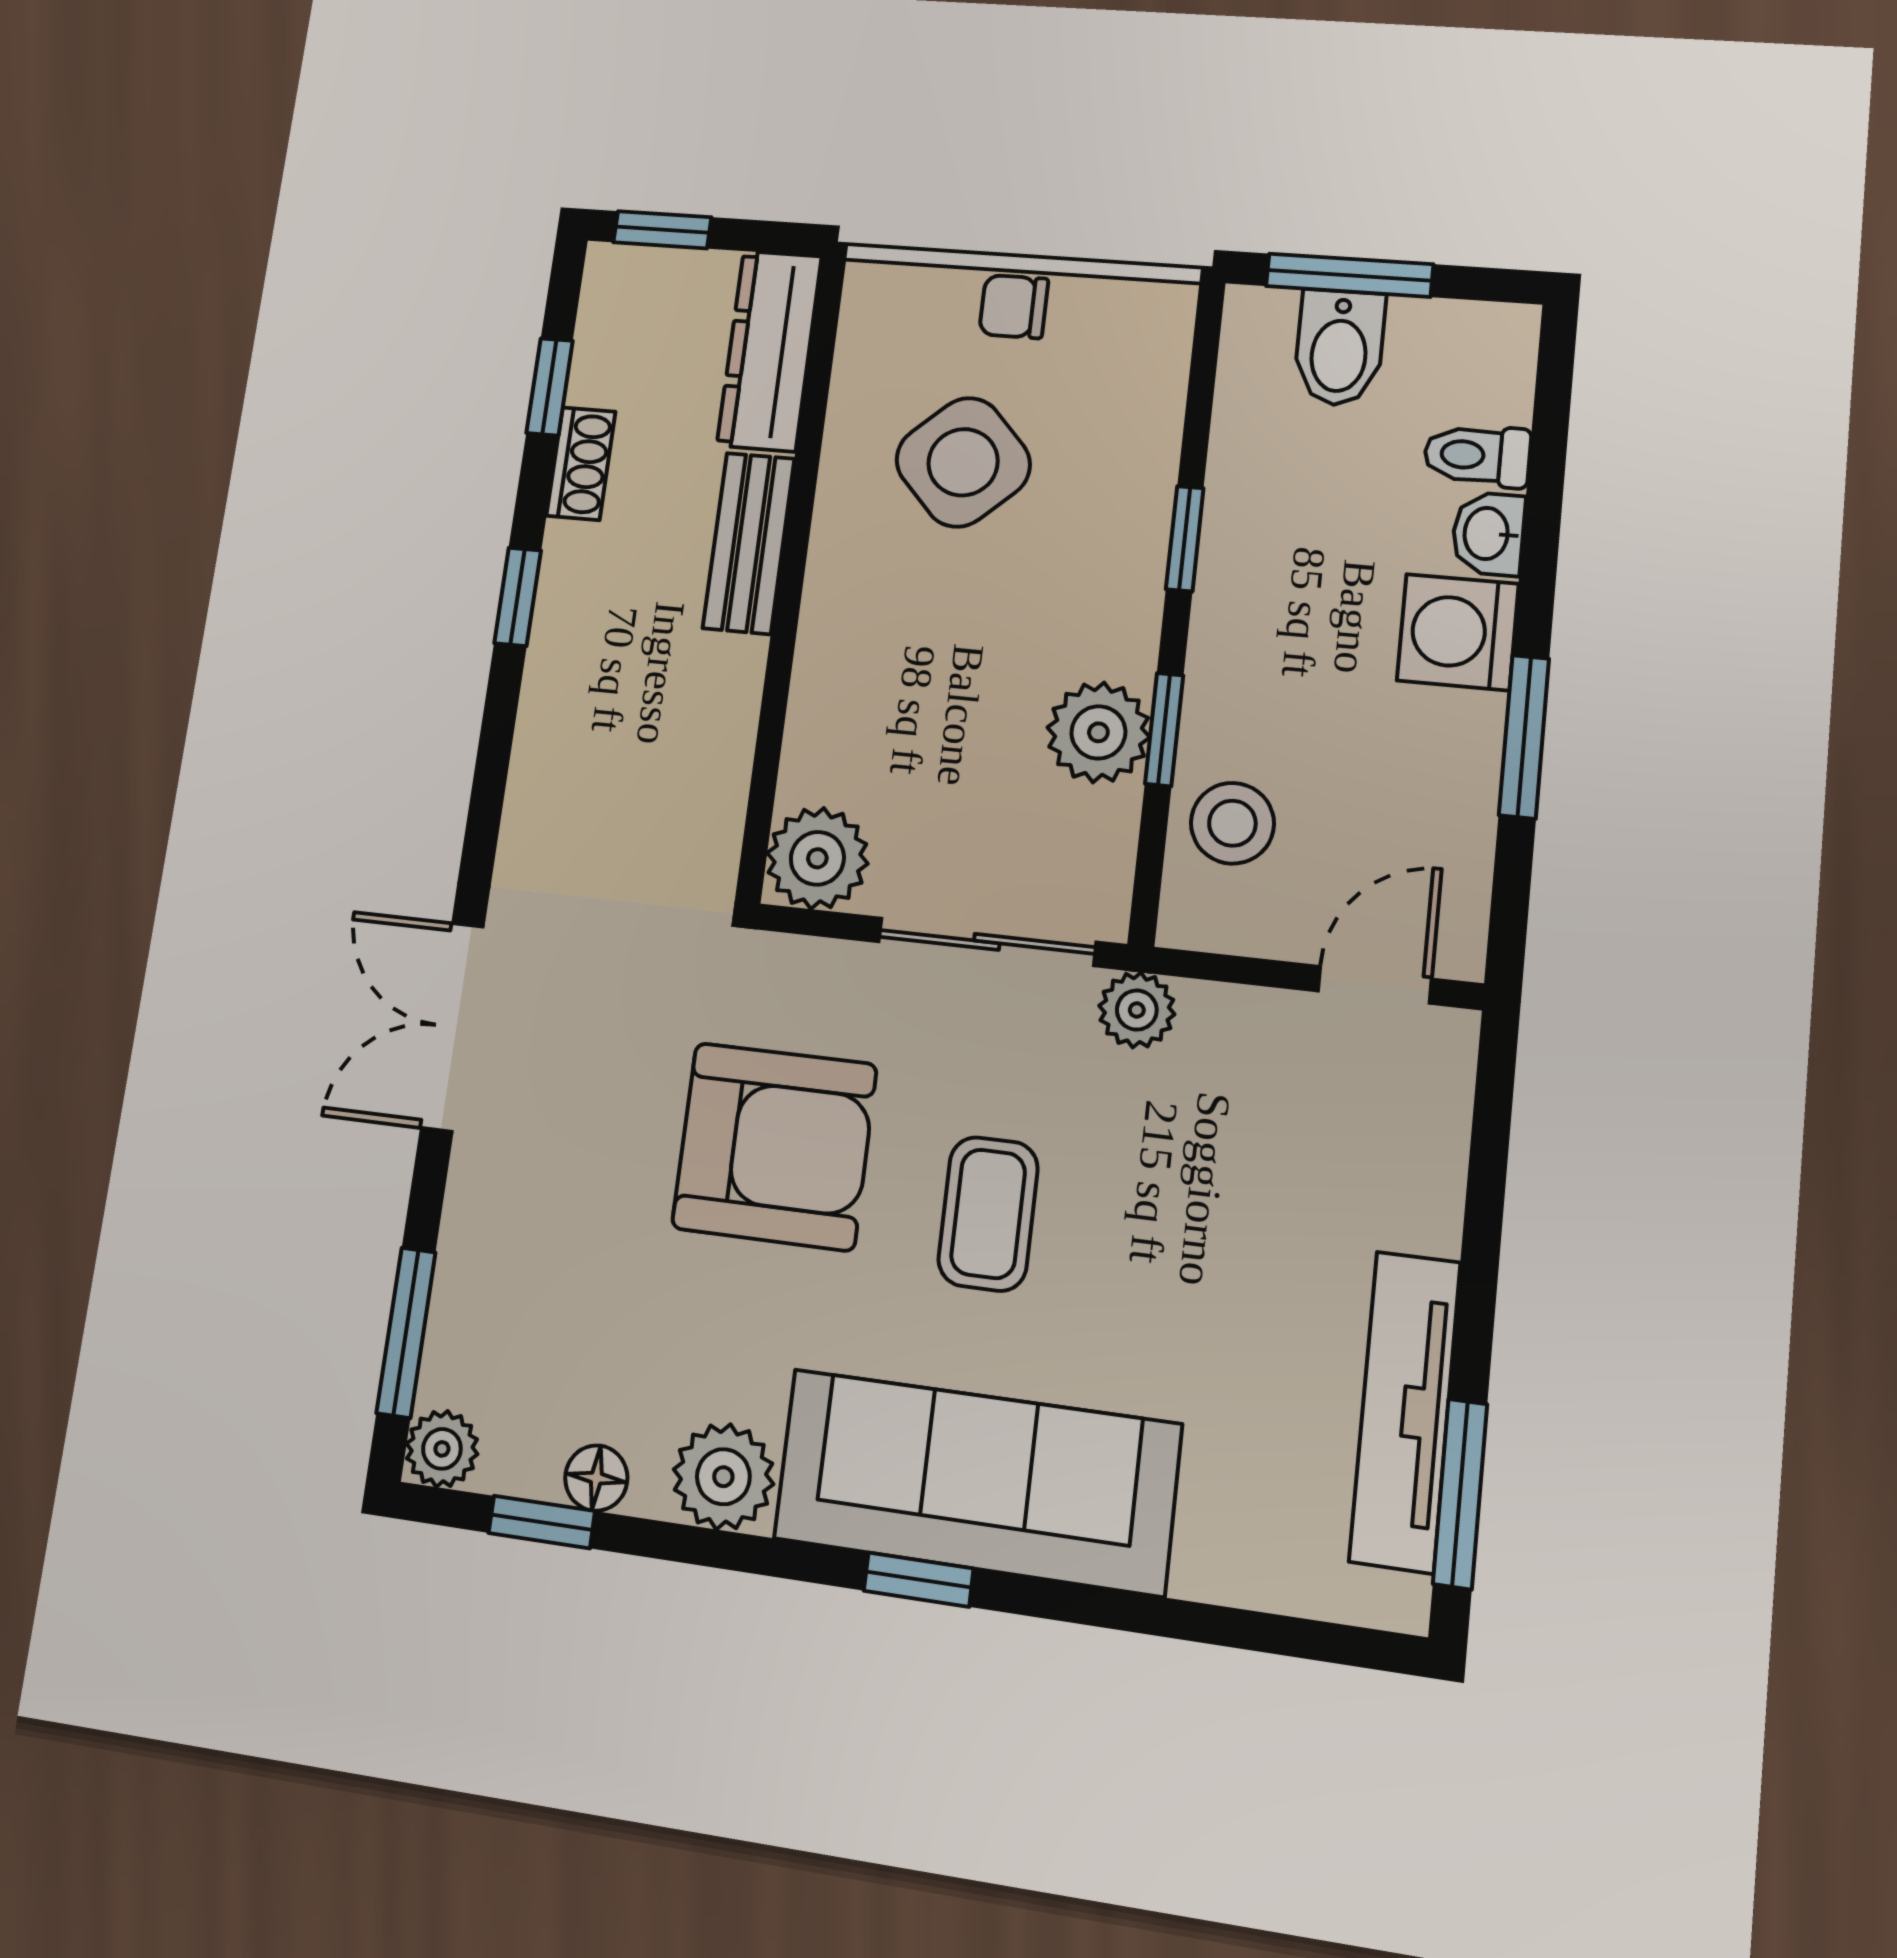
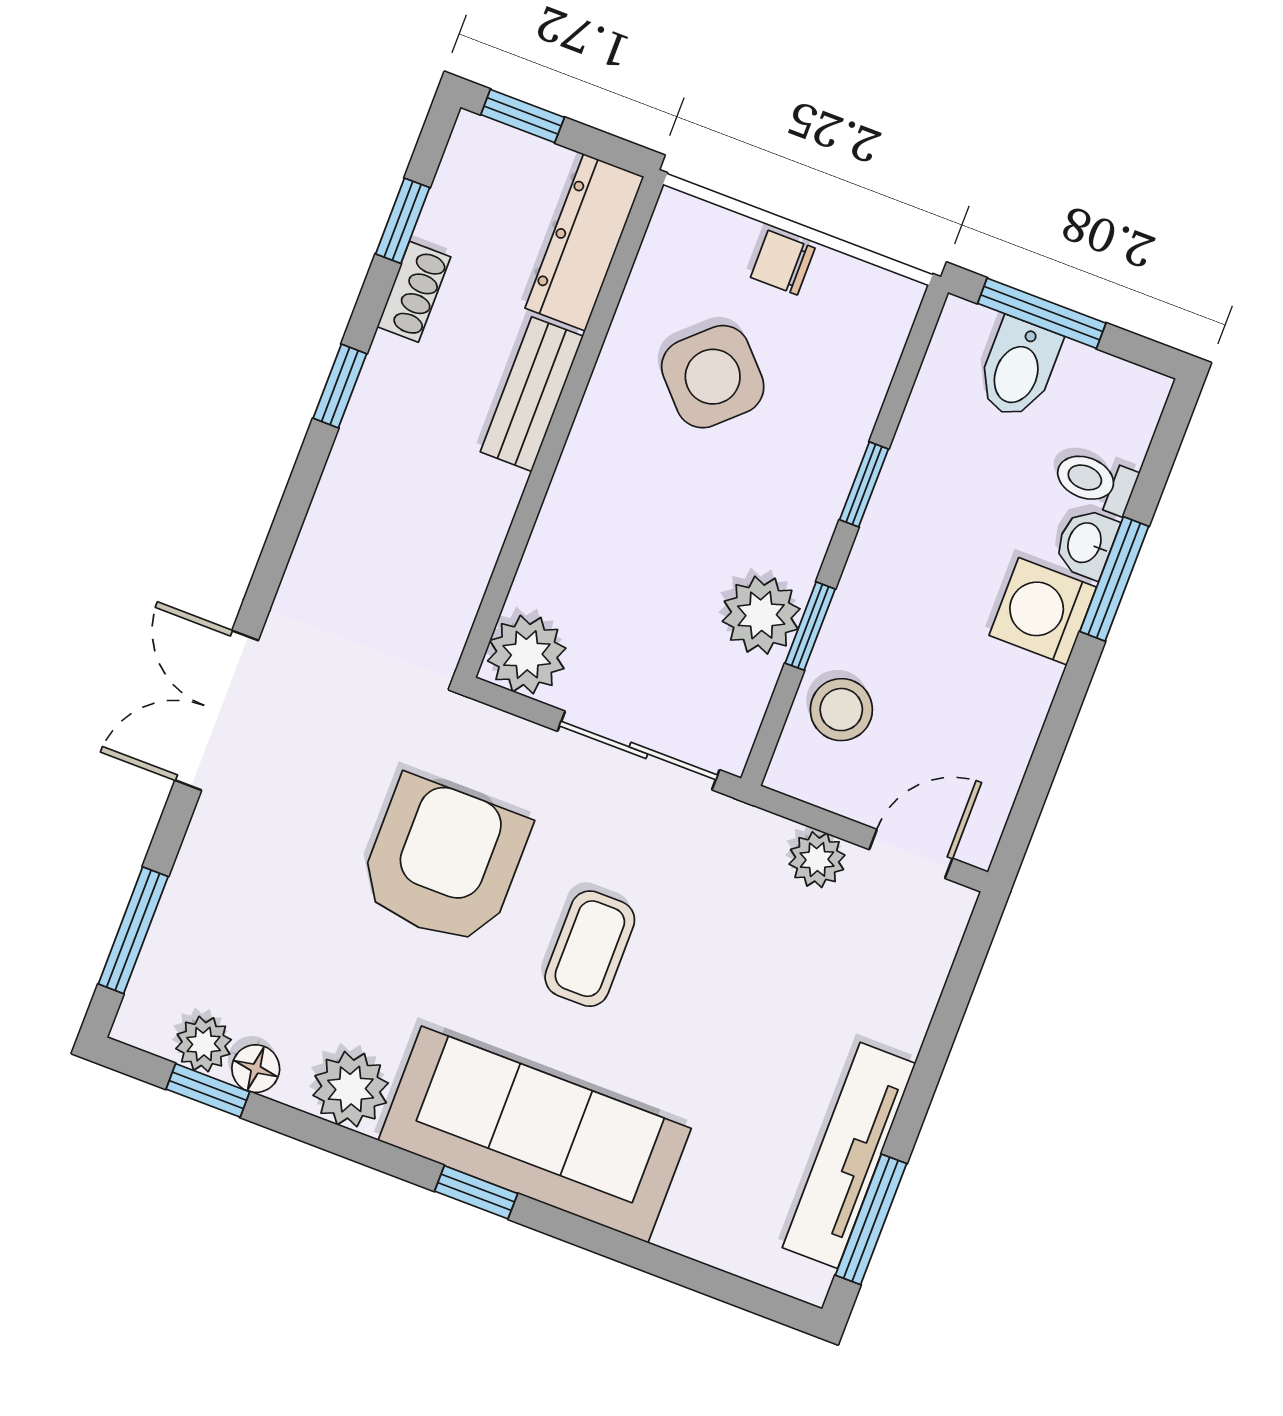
window: (1524, 737) -> (1114, 579), moved
plant: (1137, 1010) -> (817, 860), moved
armchair: (774, 1146) -> (444, 861), turned -90
plant: (442, 1449) -> (204, 1044), moved

